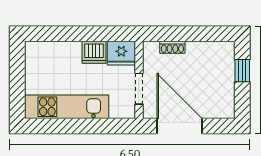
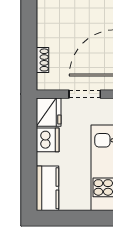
kitchen counter: (47, 52) -> (48, 188), added

